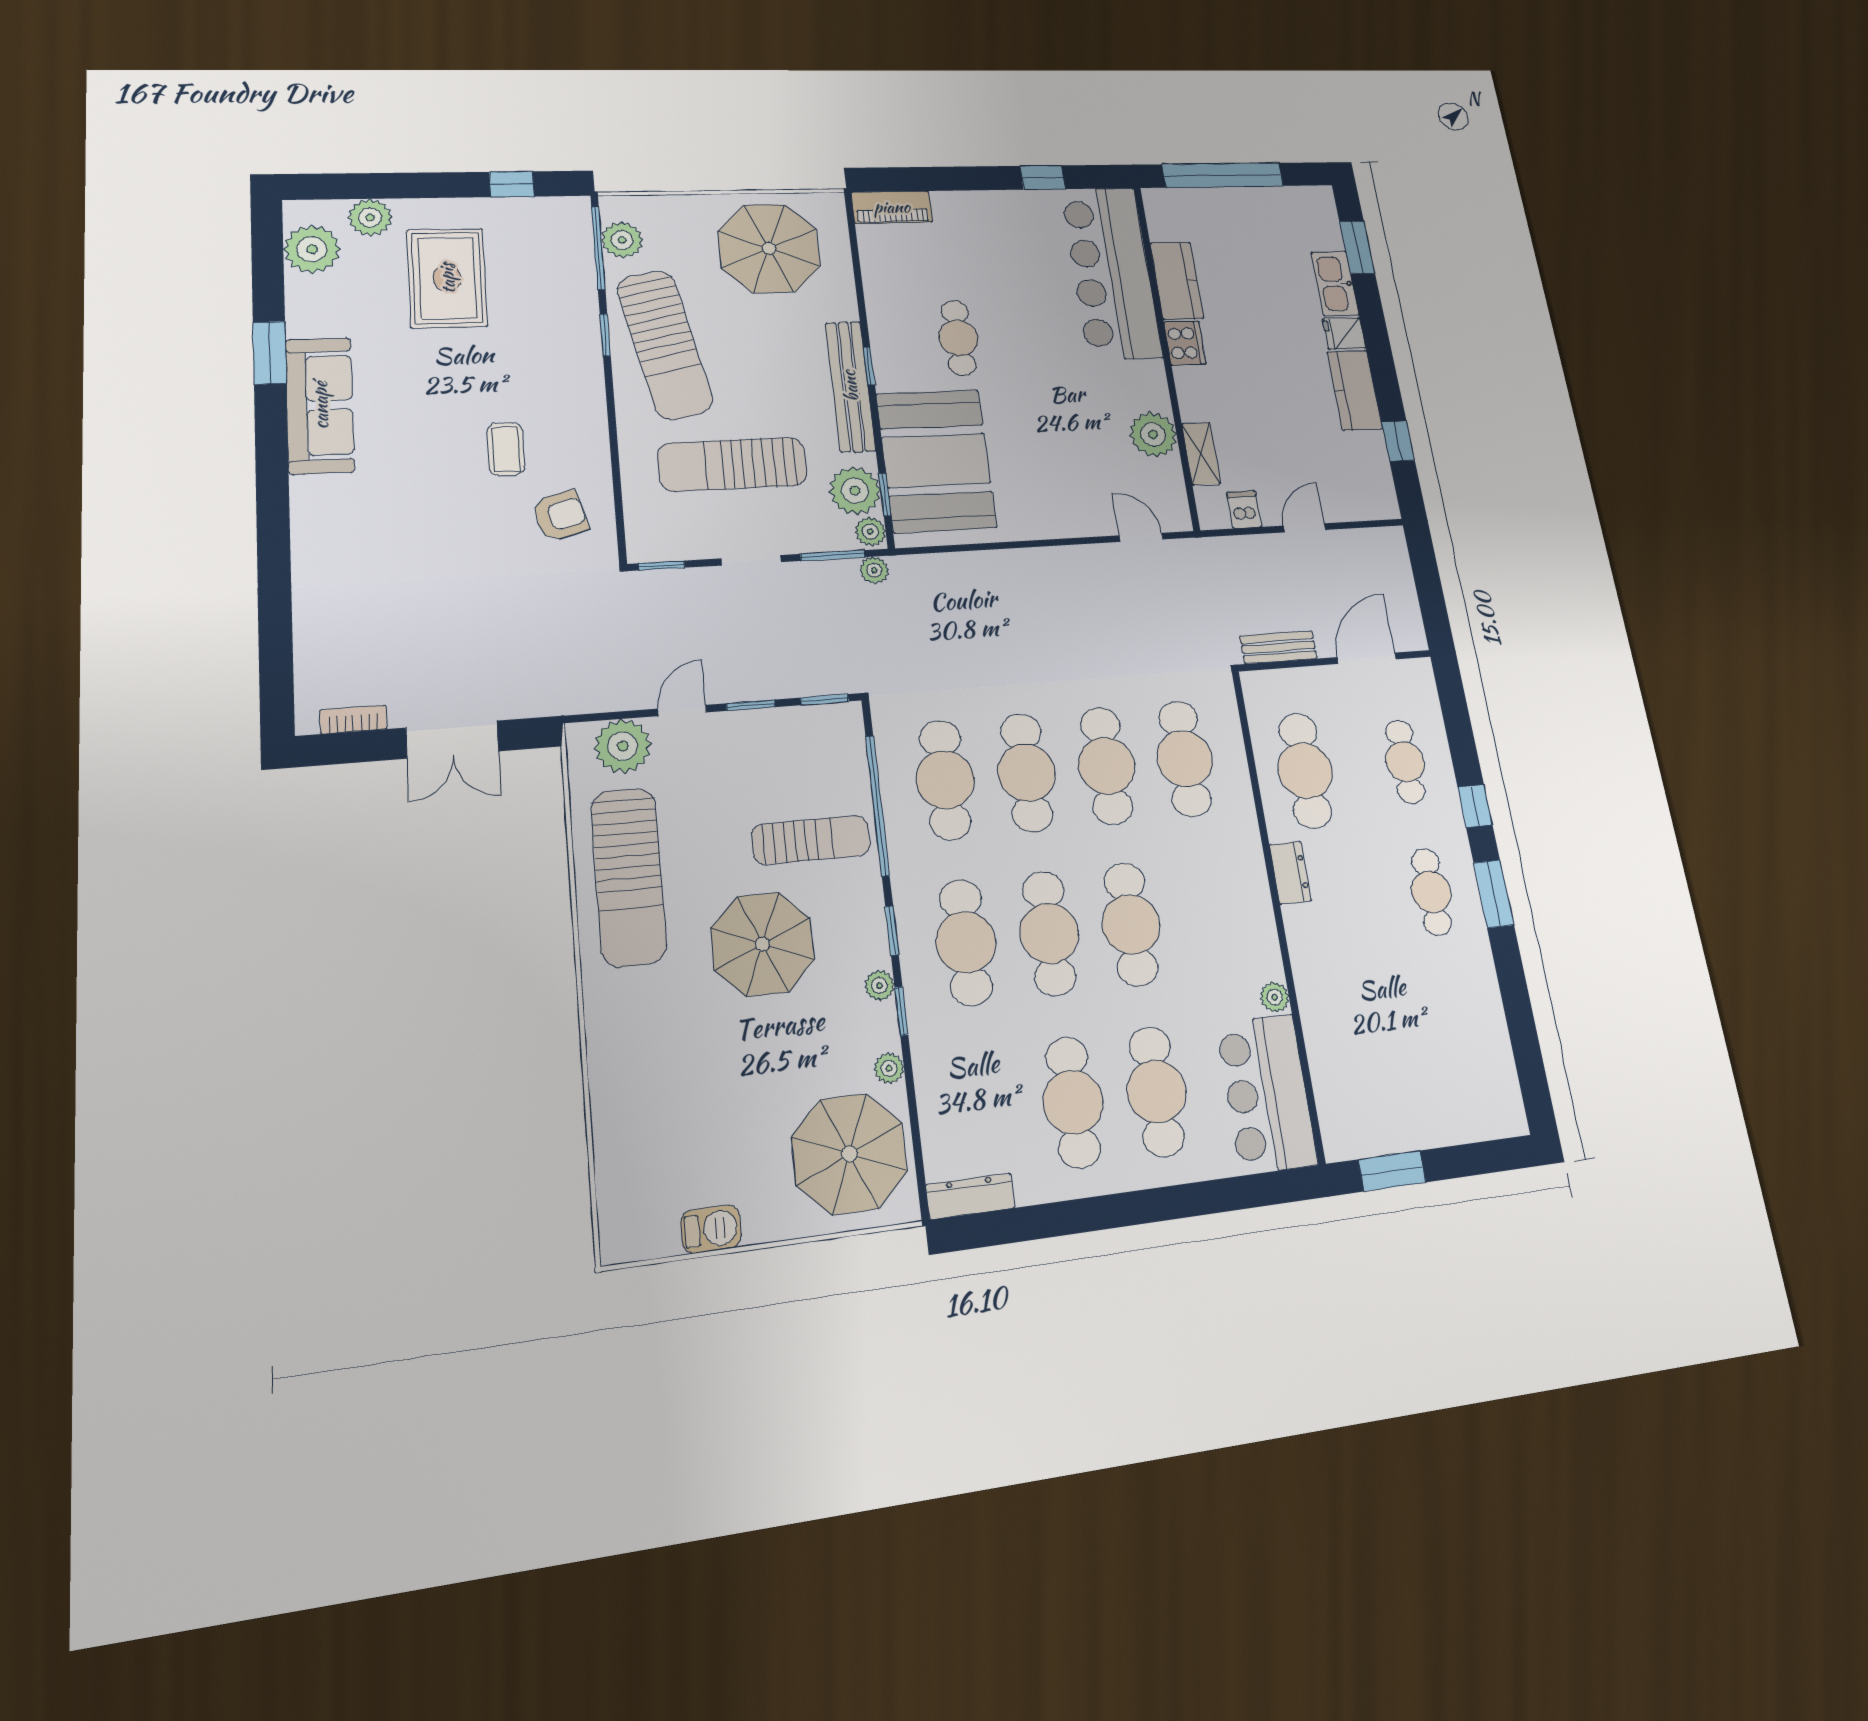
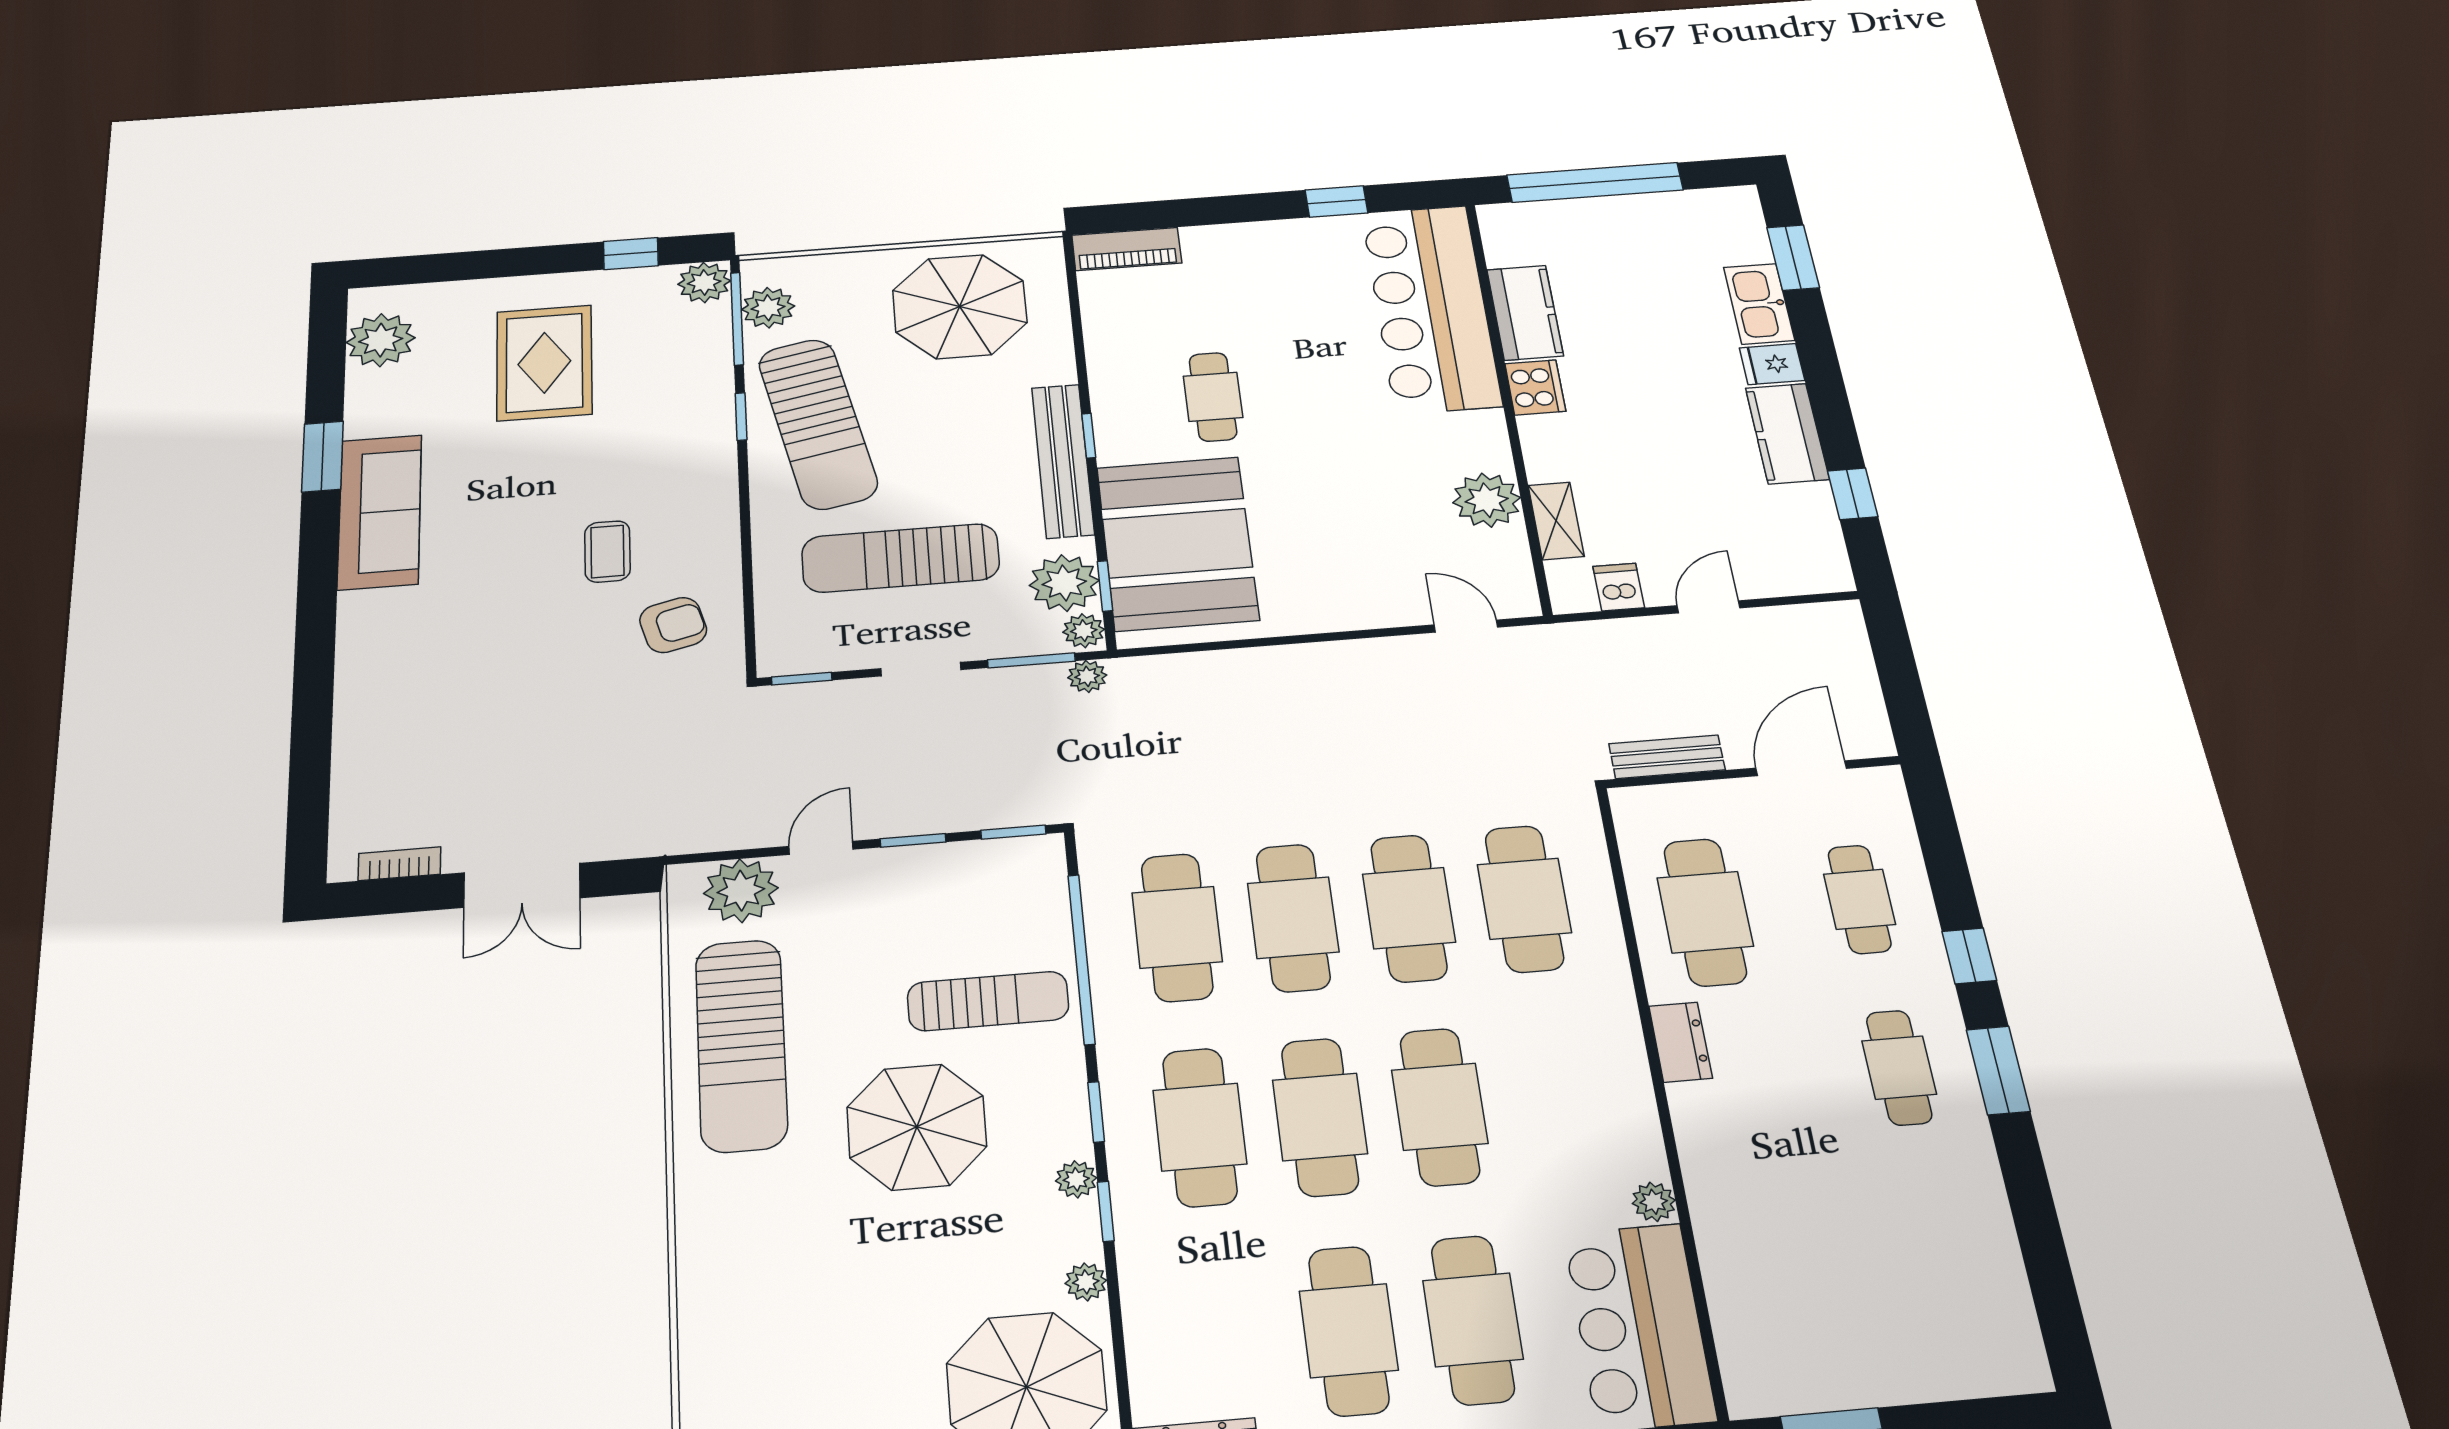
plant: (370, 217) -> (704, 282), moved

